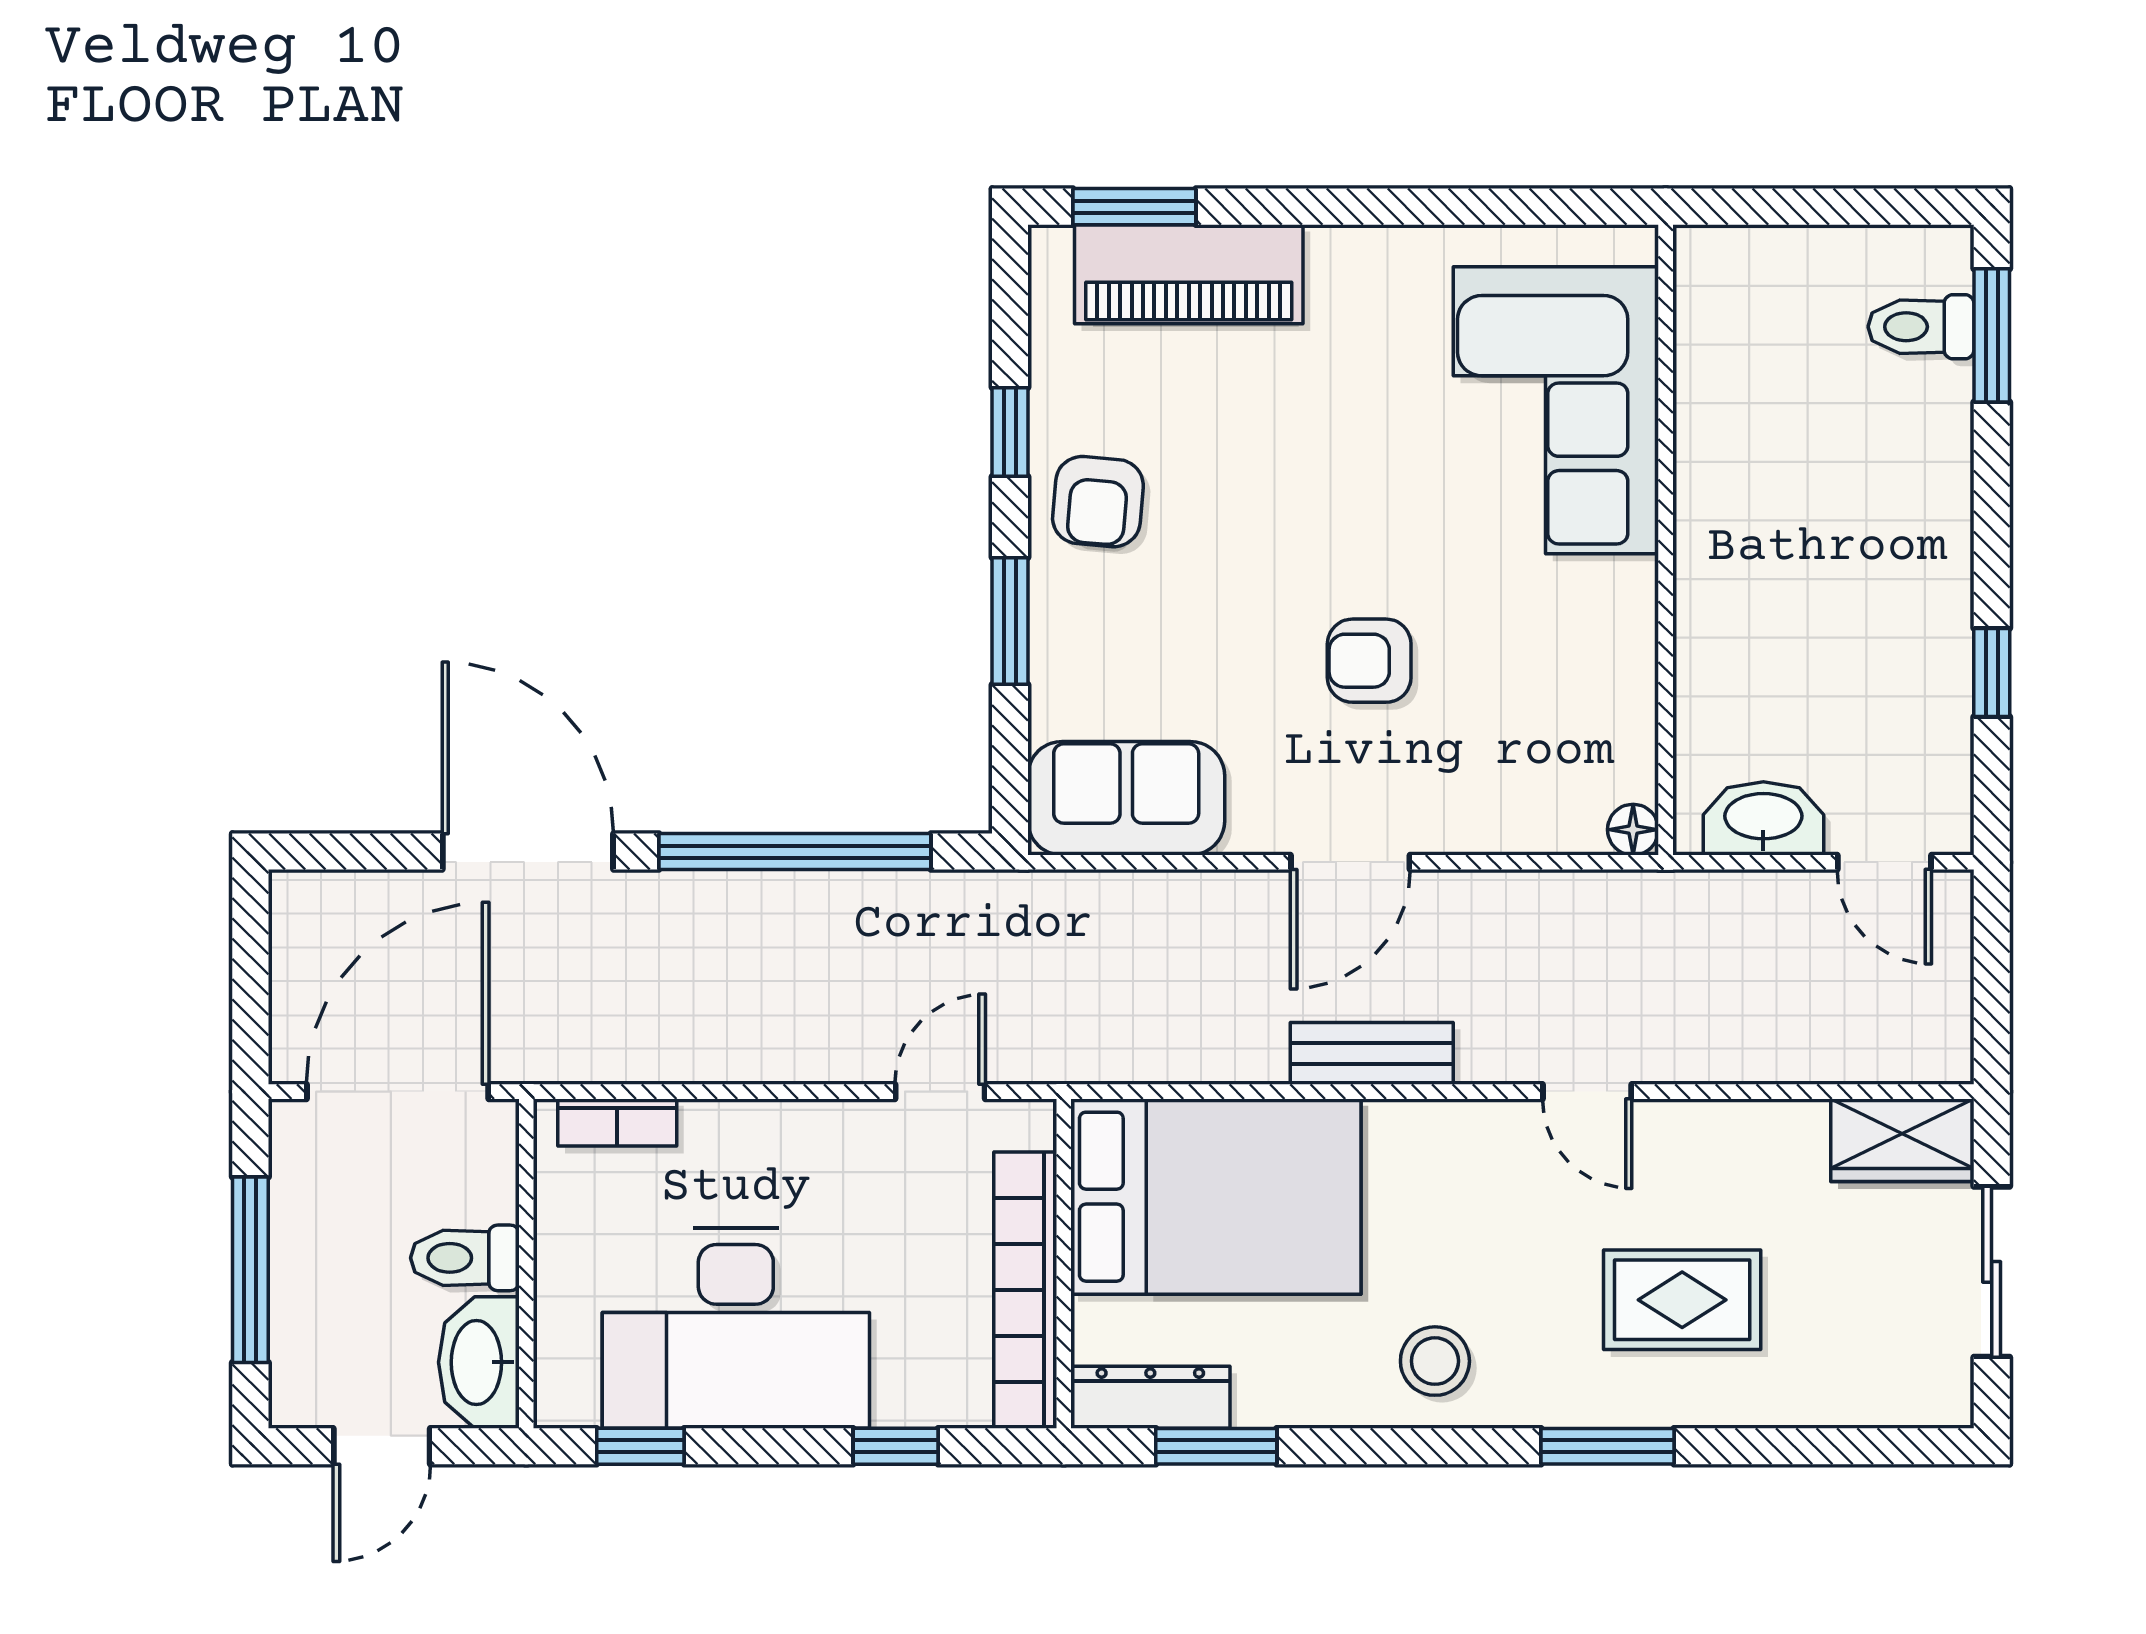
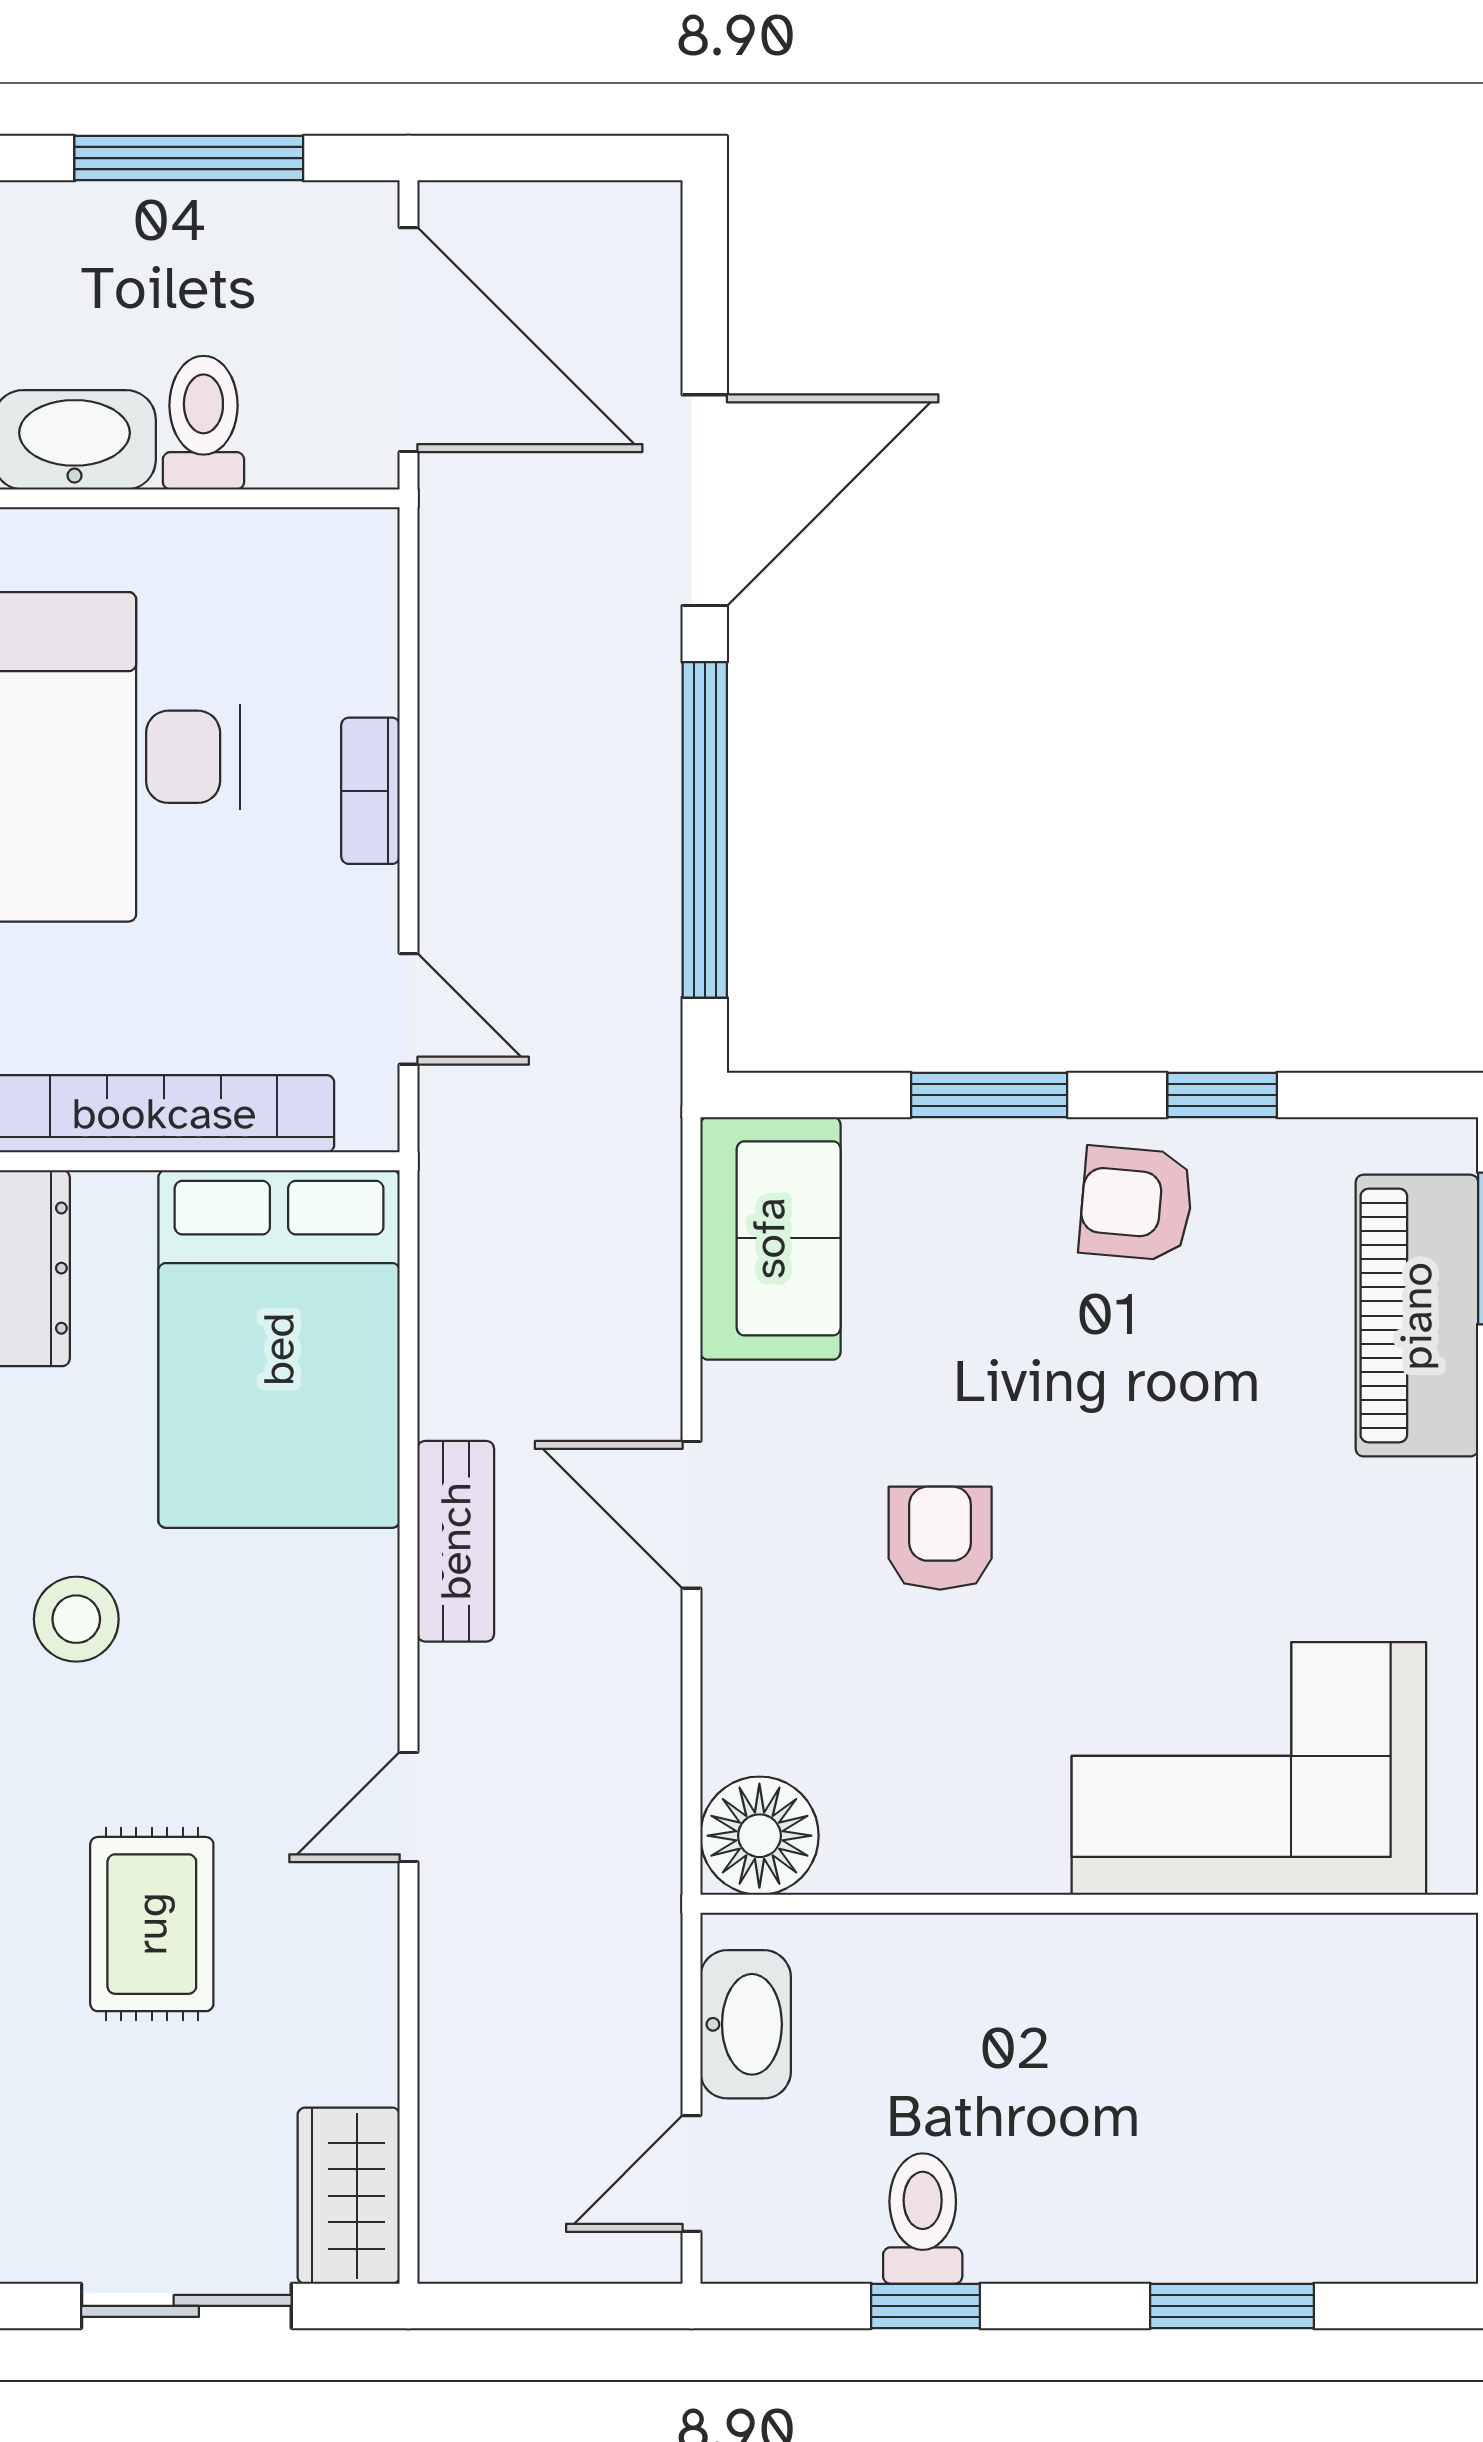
toilet: (1921, 327) -> (923, 2219), moved
window: (1992, 335) -> (1232, 2306), moved
floor lamp: (1633, 830) -> (759, 1836), width x1.89, depth x1.89
bookcase: (617, 1122) -> (370, 791), moved

